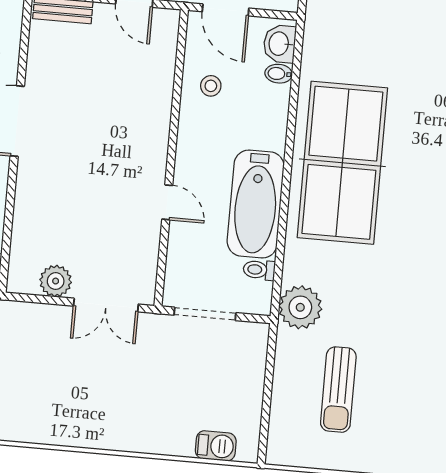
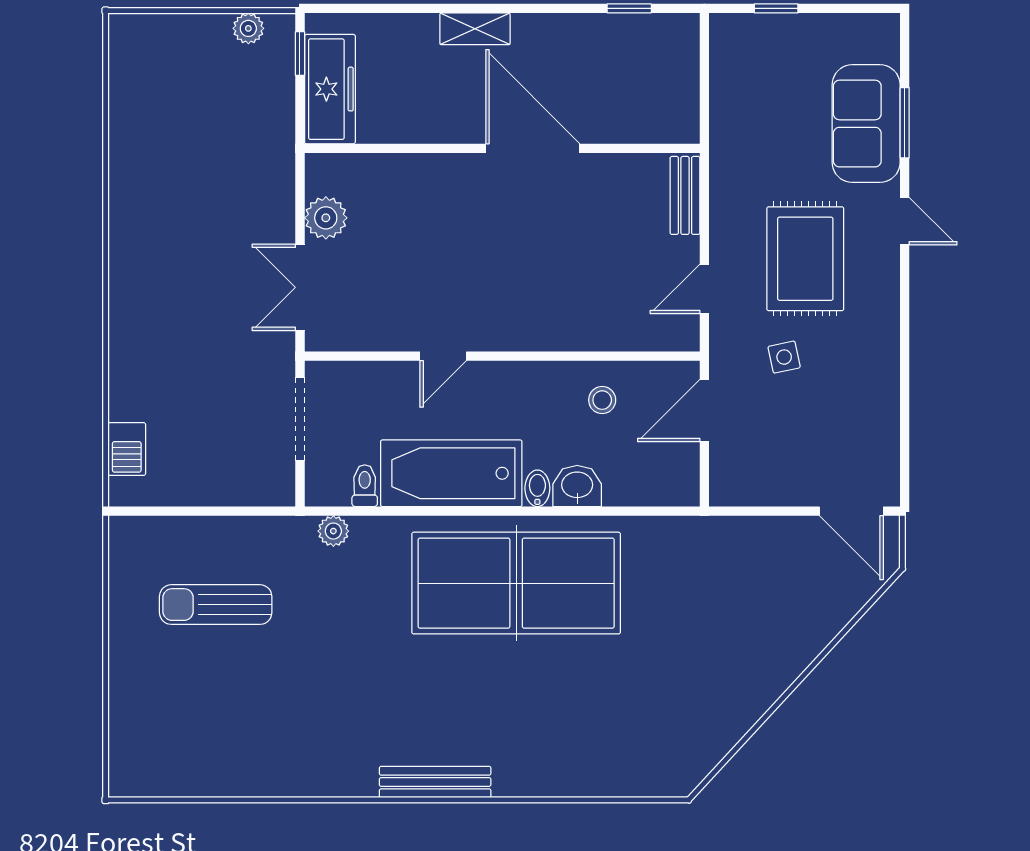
washbasin: (280, 44) -> (577, 486), moved
bidet: (279, 74) -> (537, 488), moved
plant: (300, 307) -> (333, 531), width x0.53, depth x0.53

